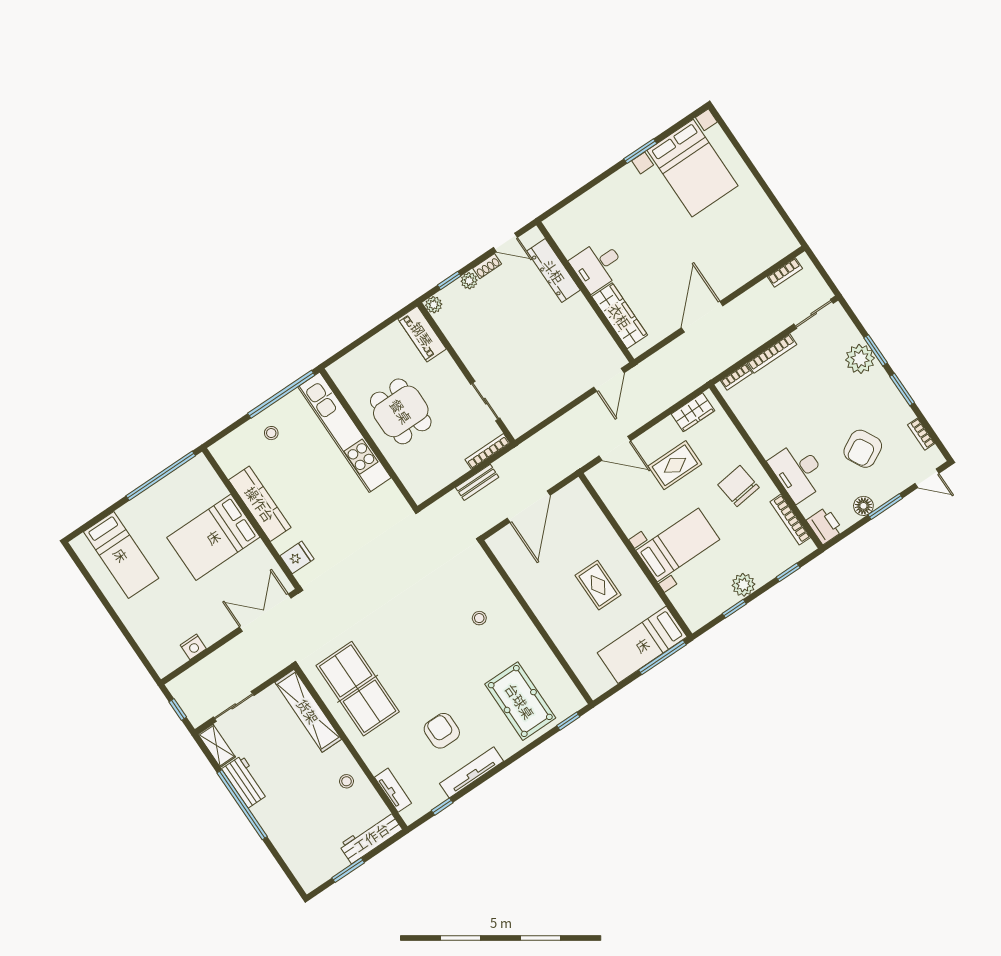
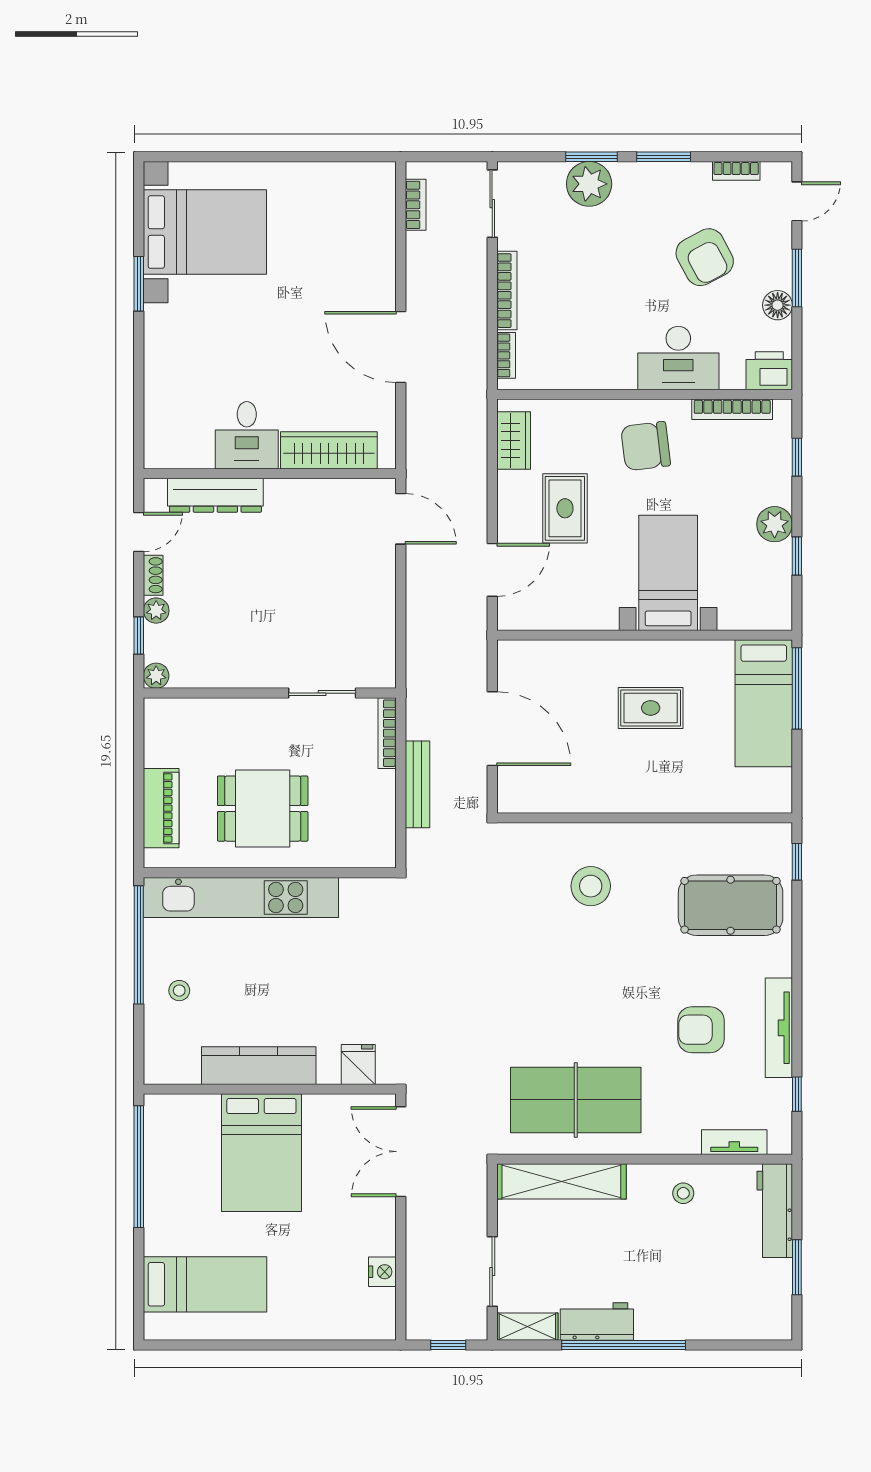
piano: (422, 334) -> (161, 808), moved, turned -90
bench: (477, 482) -> (418, 784), width x1.36
stool: (479, 618) -> (591, 886), width x1.89, depth x1.89

